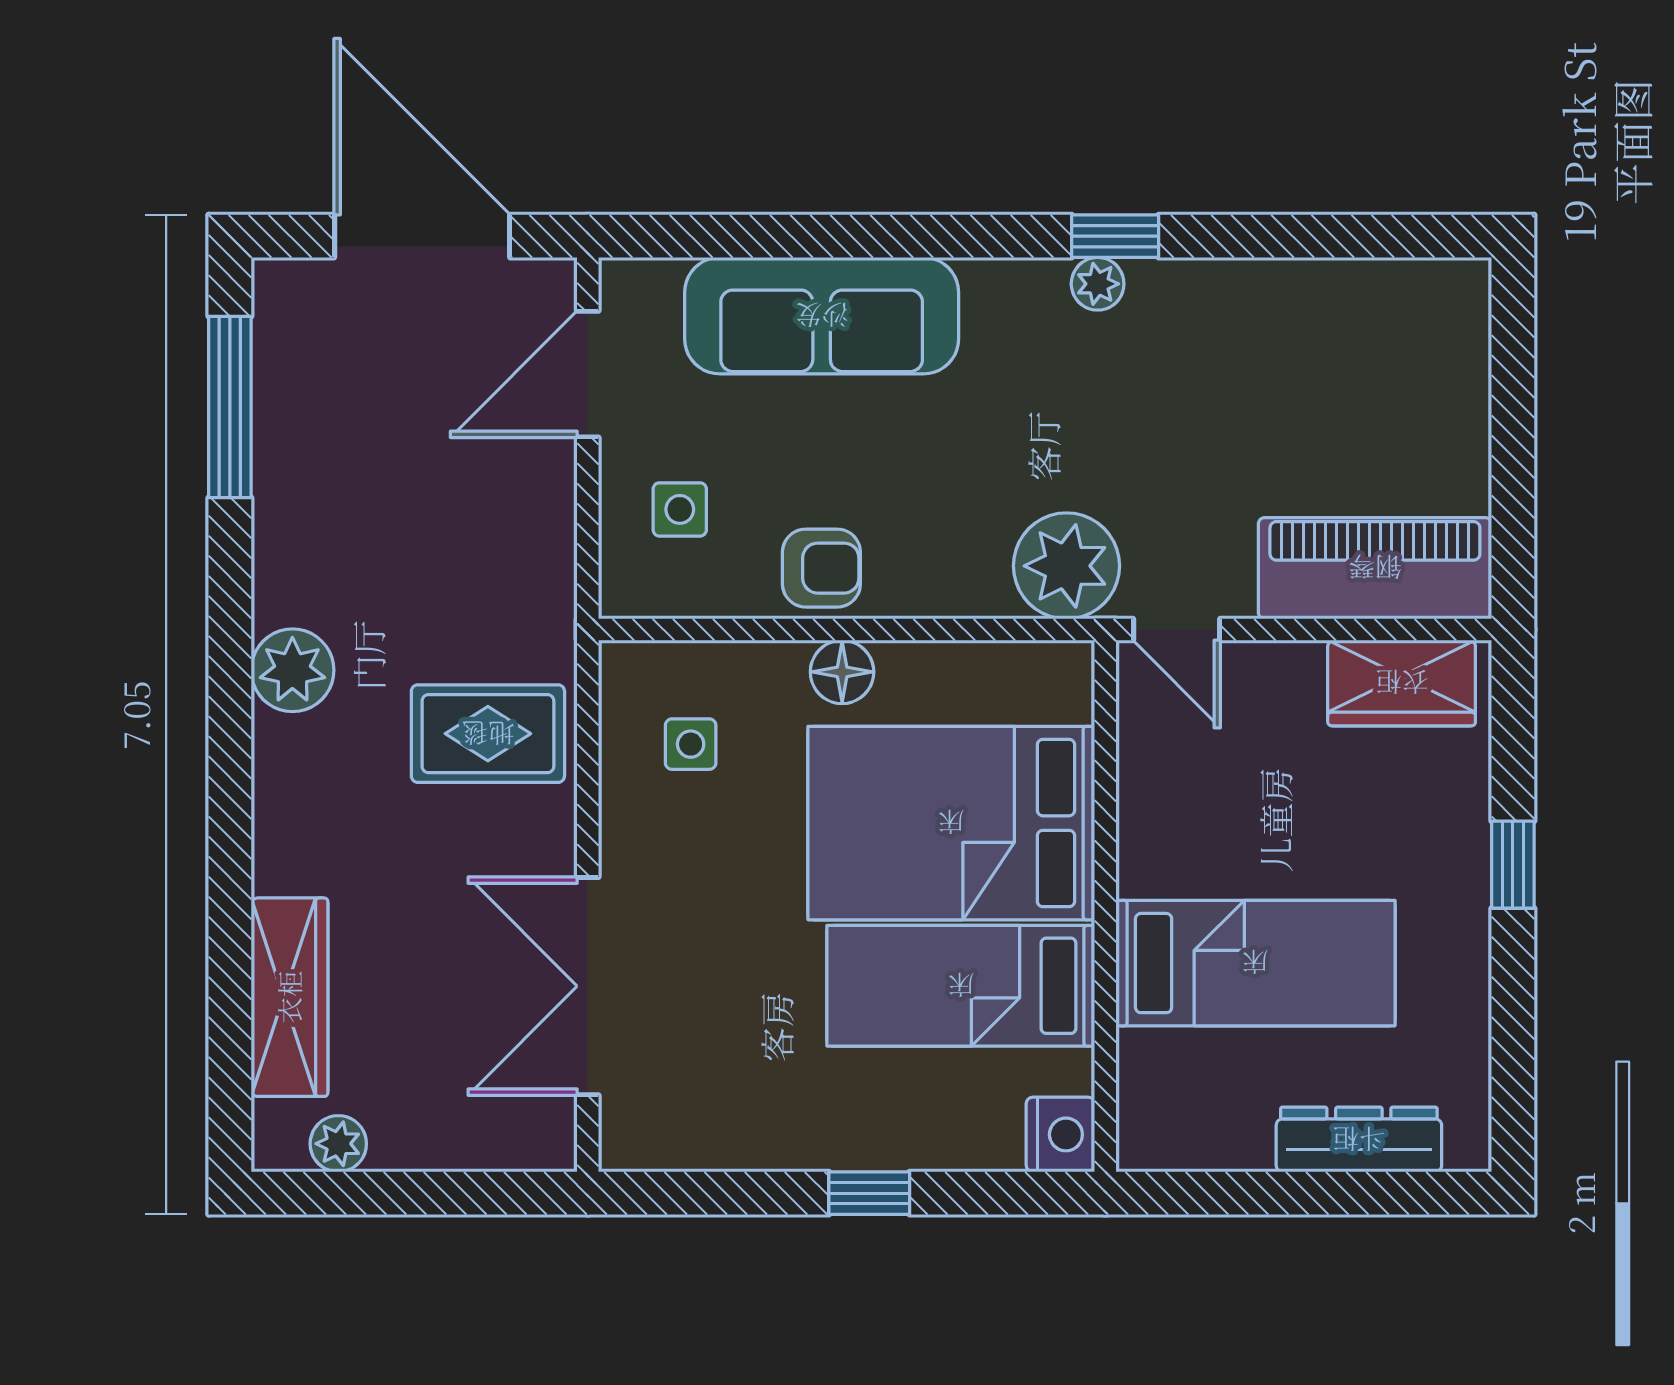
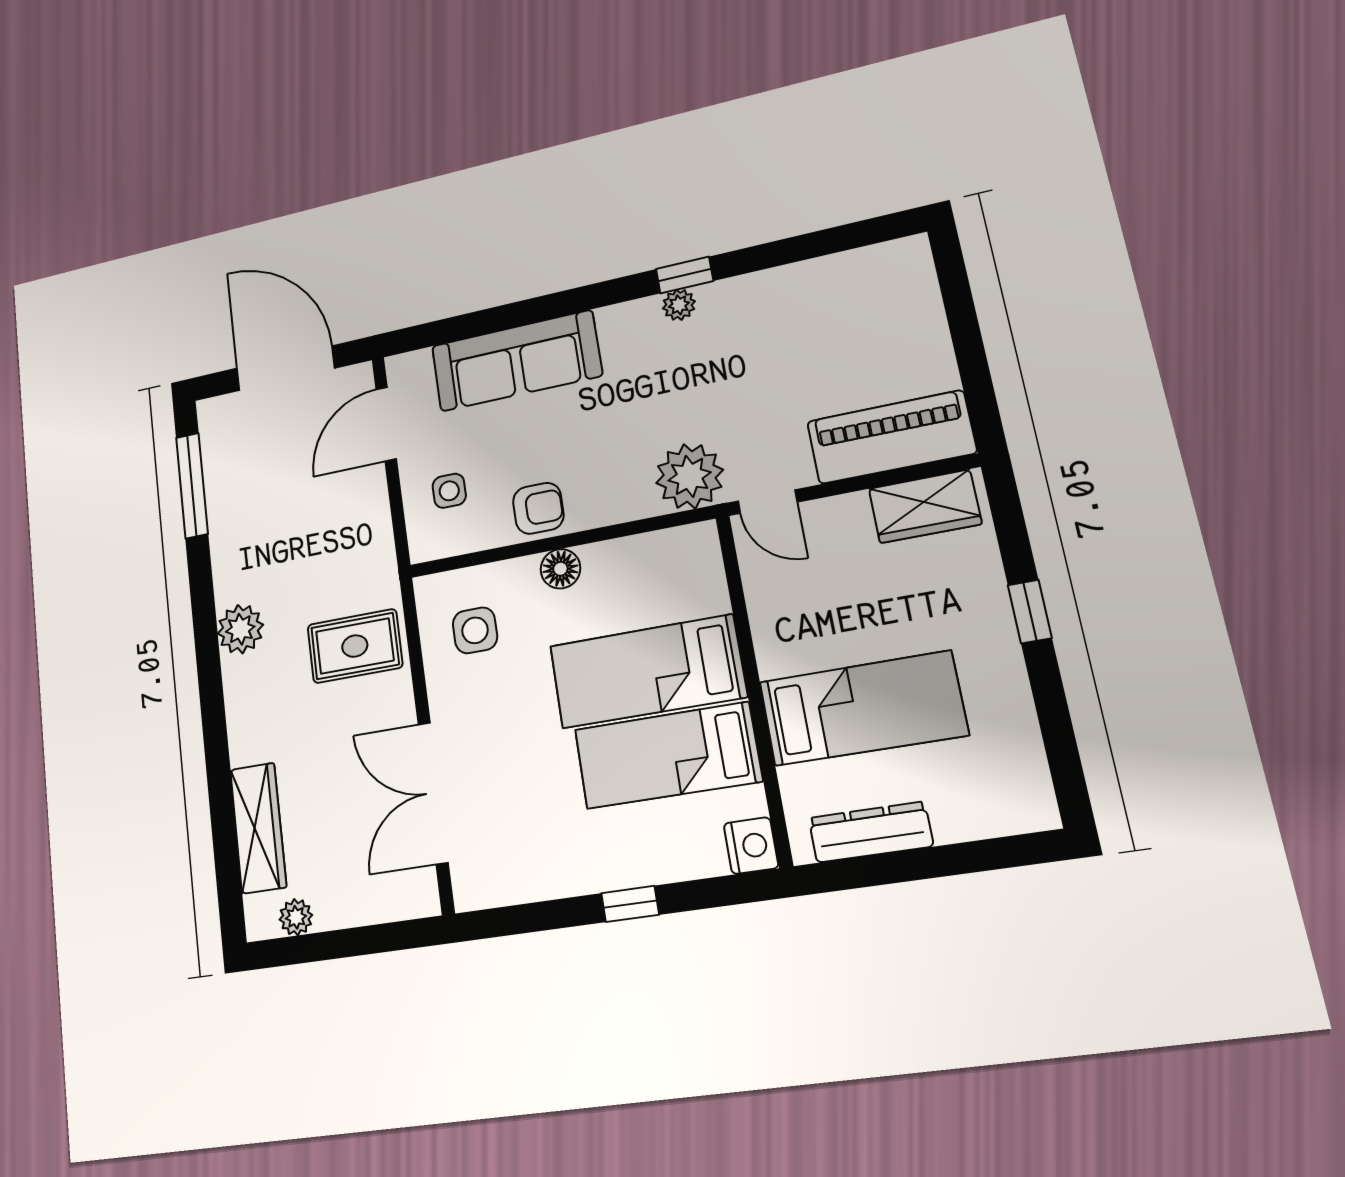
side table: (691, 744) -> (475, 630), width x1.37, depth x1.37
bed: (951, 823) -> (647, 671), width x0.67
dresser: (1359, 1140) -> (871, 832), moved

